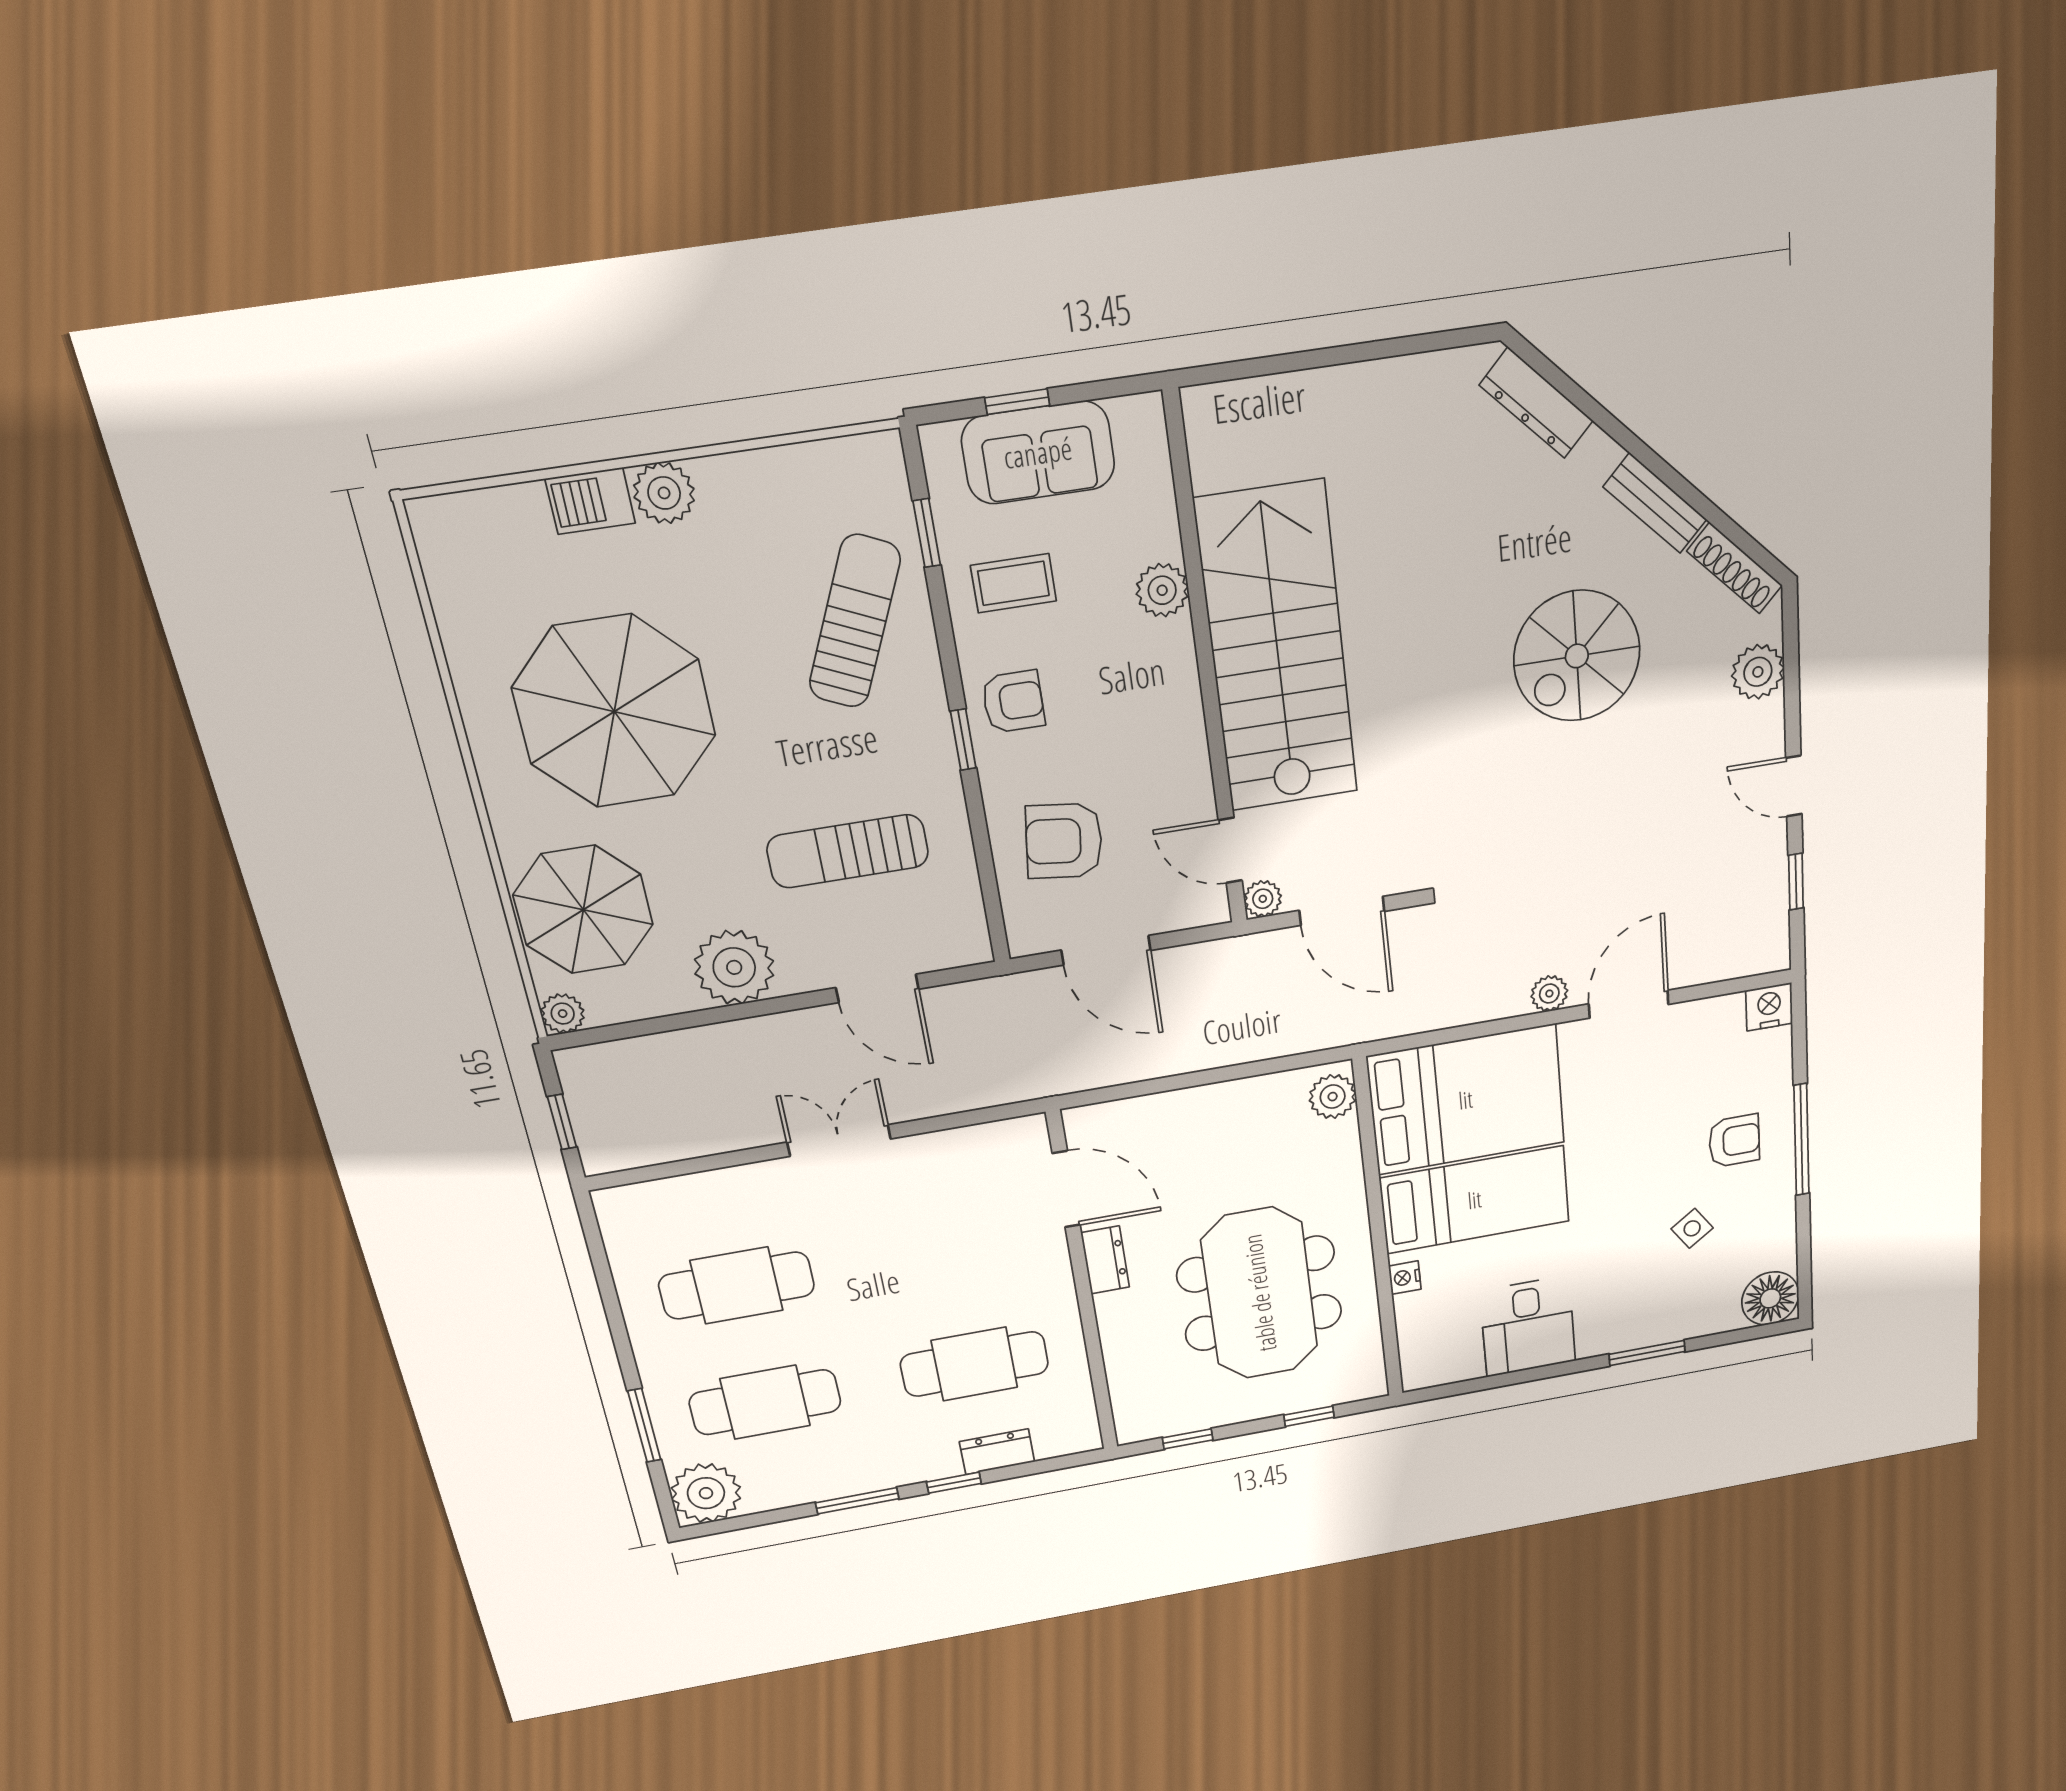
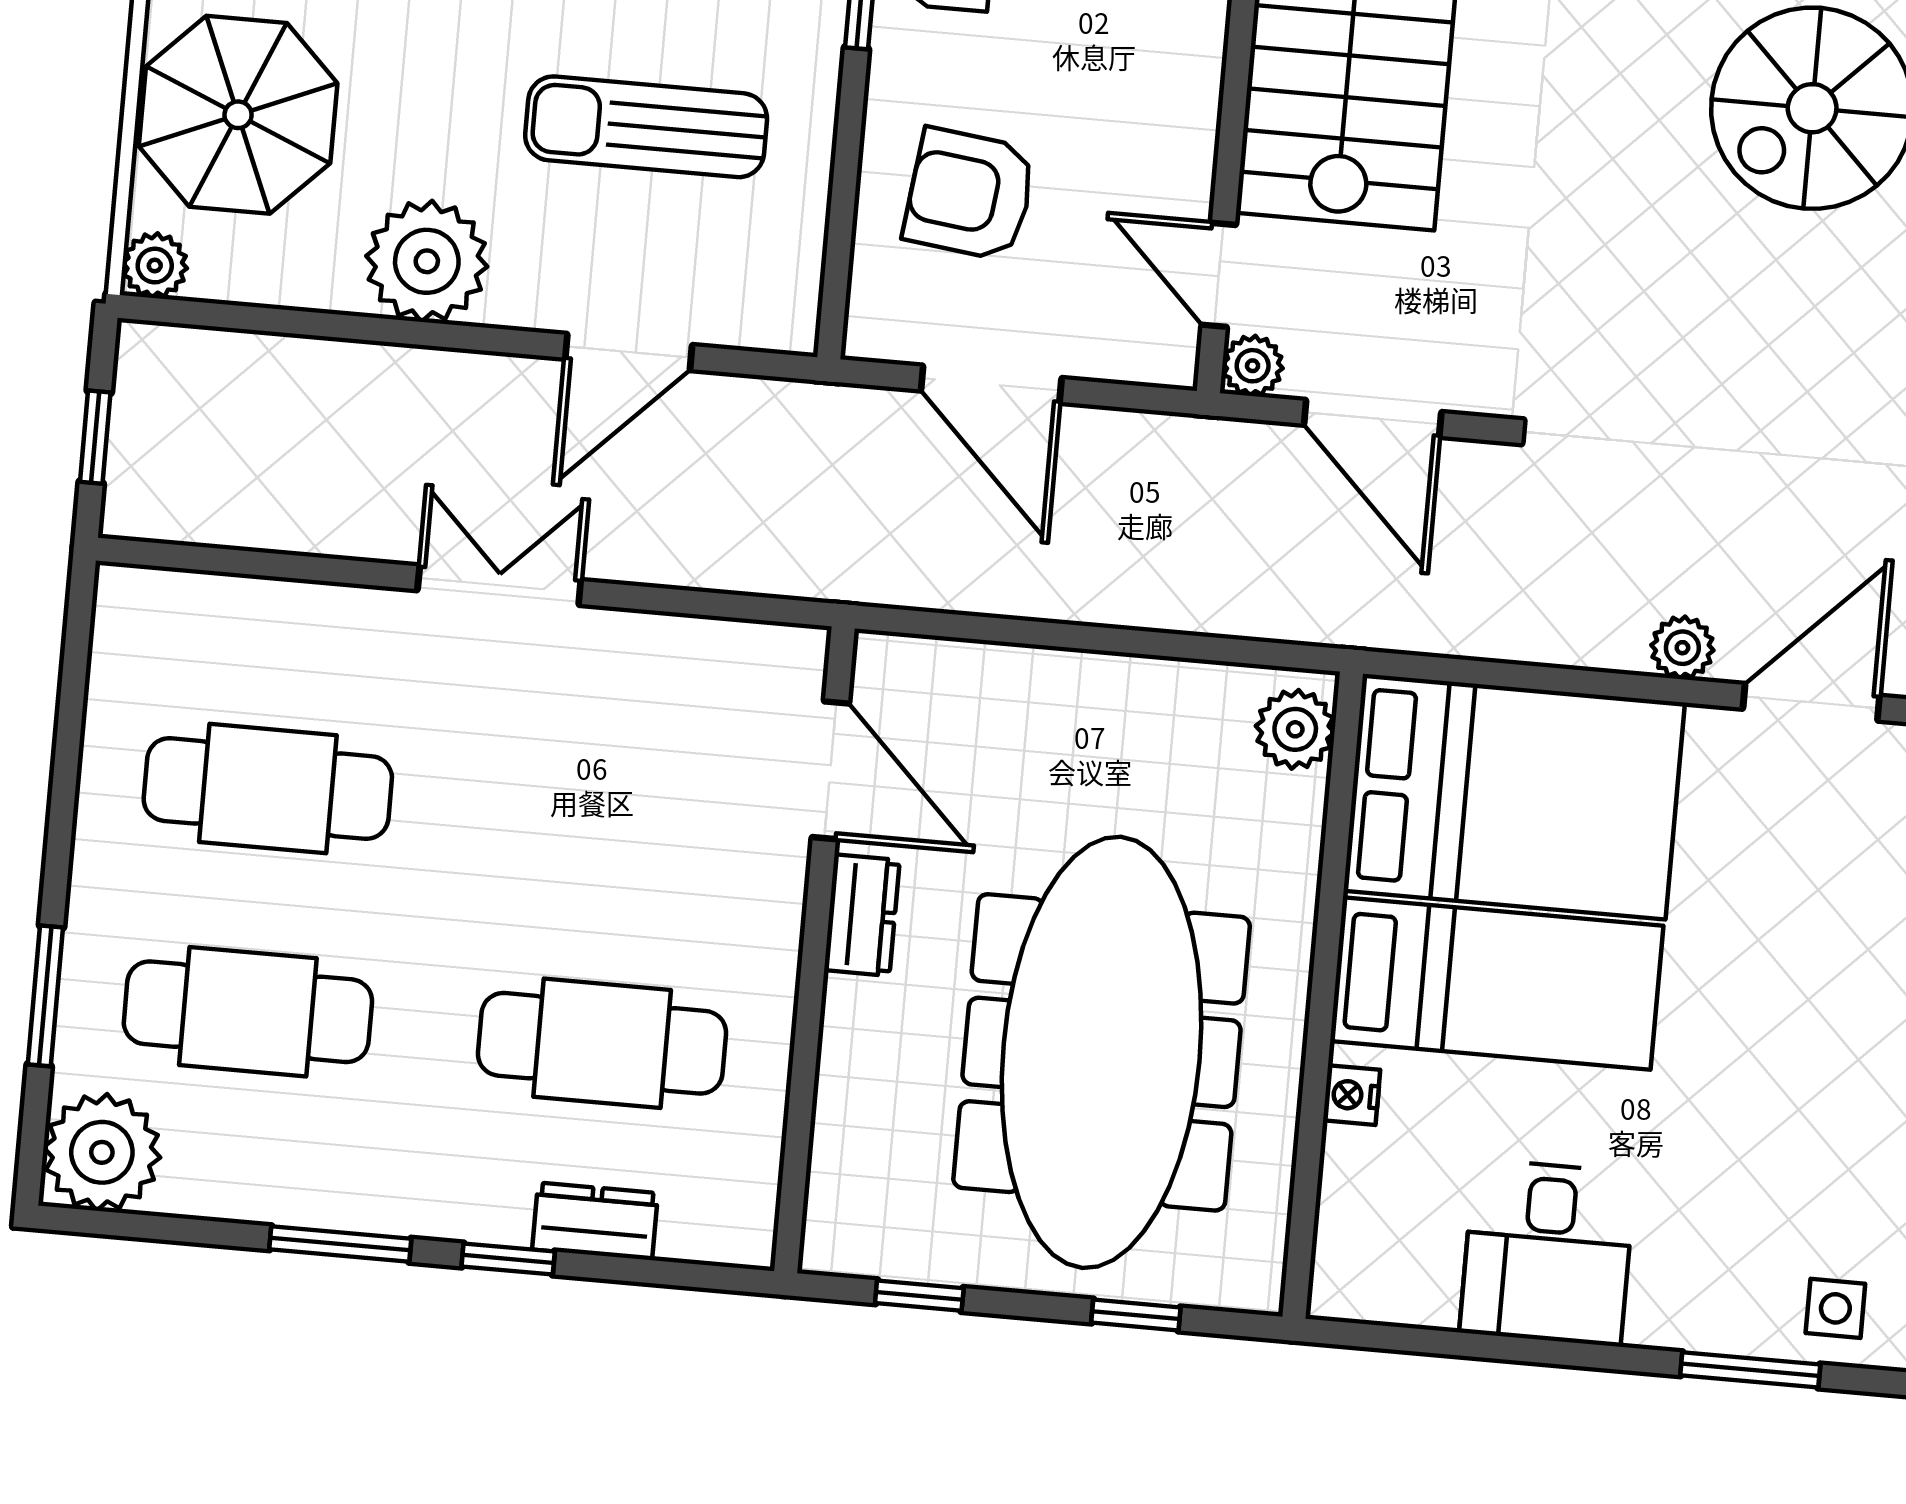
door: (877, 988) -> (629, 352), hinge flipped
side table: (1692, 1228) -> (1835, 1308), moved, turned 35
meeting table: (1260, 1293) -> (1102, 1052), width x1.36

